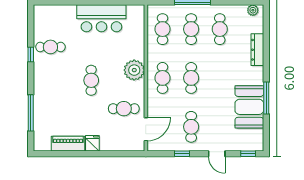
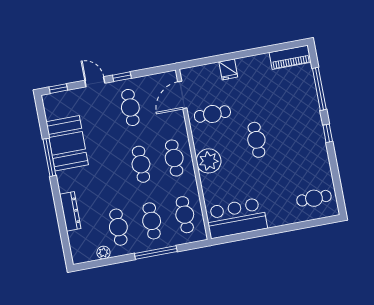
plant: (253, 10) -> (103, 253), moved
bar counter: (101, 18) -> (236, 218), moved
cafe table: (50, 47) -> (314, 198), moved
window: (31, 54) -> (328, 133), moved
fridge: (92, 143) -> (228, 69), moved
piano: (68, 144) -> (290, 57), moved
window: (182, 154) -> (122, 77), moved

